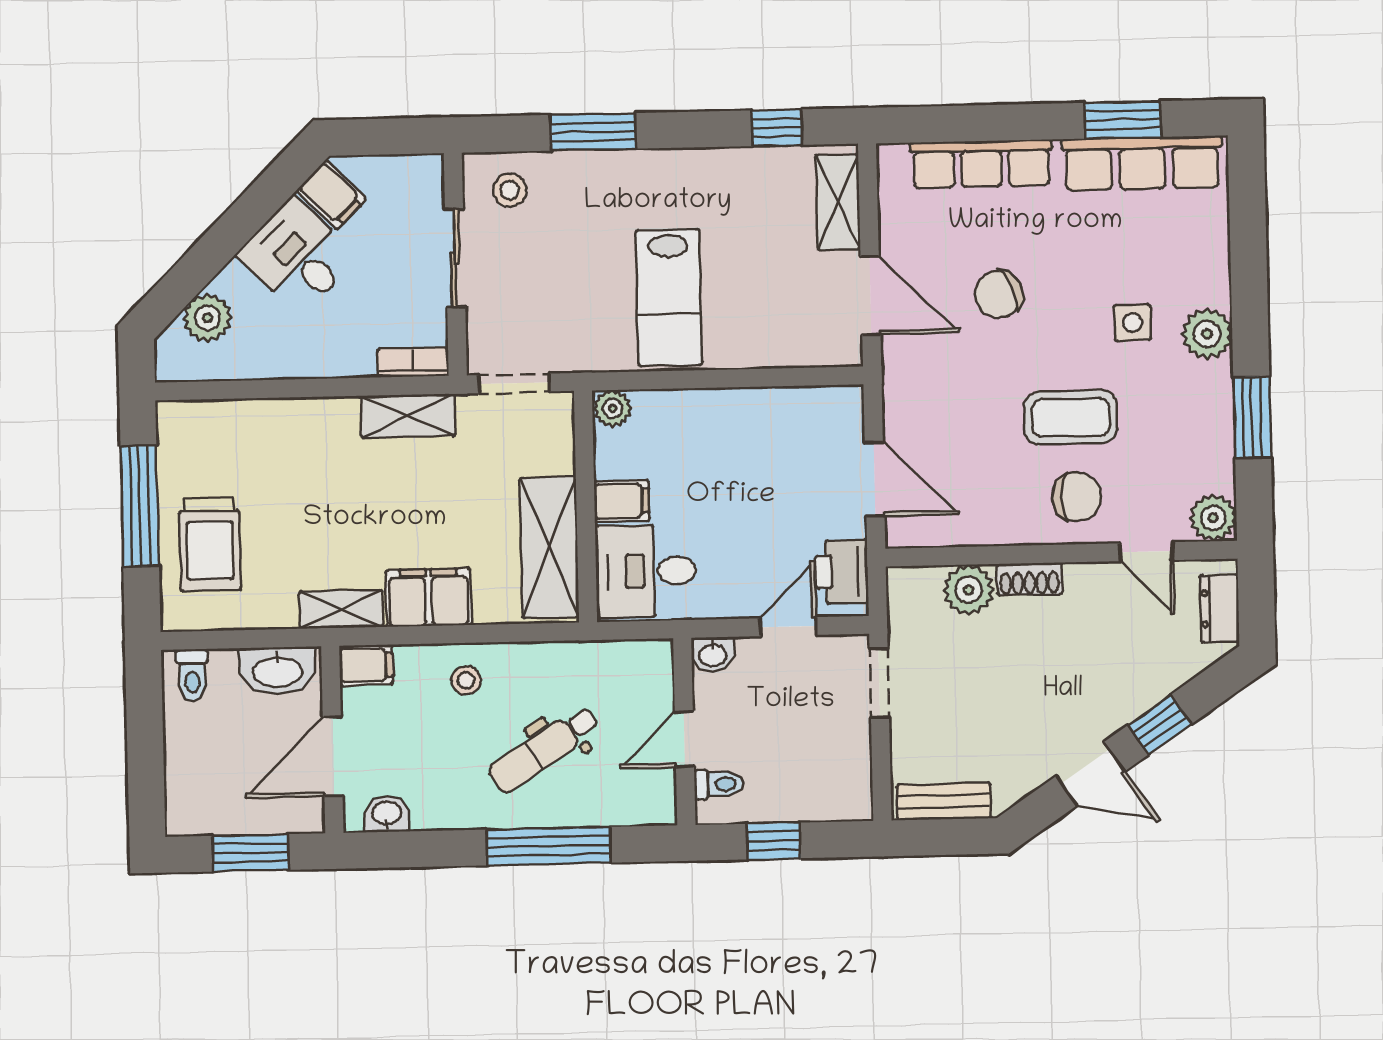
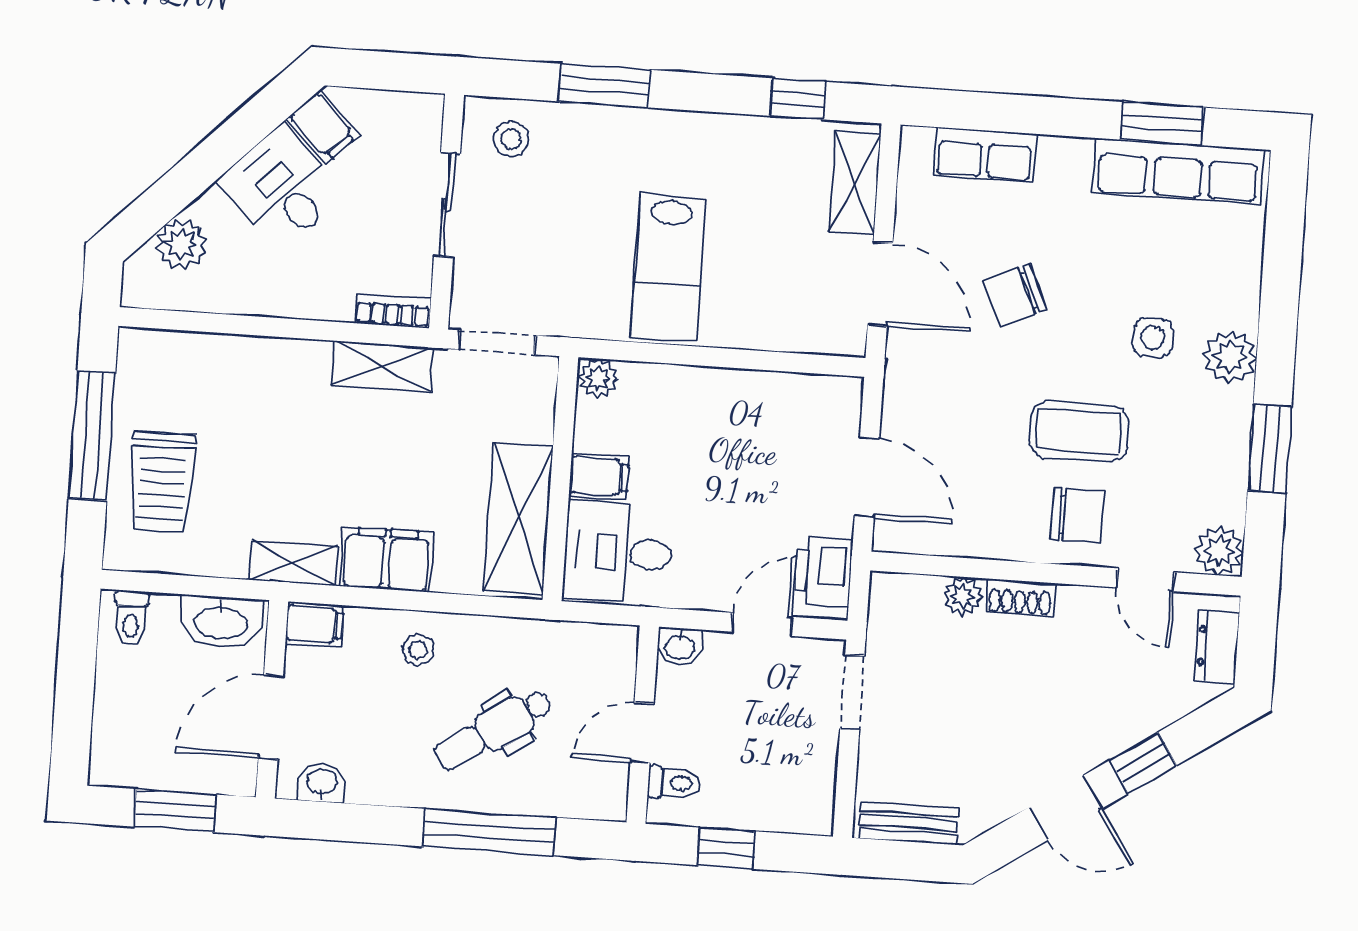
row of seats: (981, 164) -> (985, 155), width x0.68
plant: (969, 590) -> (963, 596), width x0.73, depth x0.73

